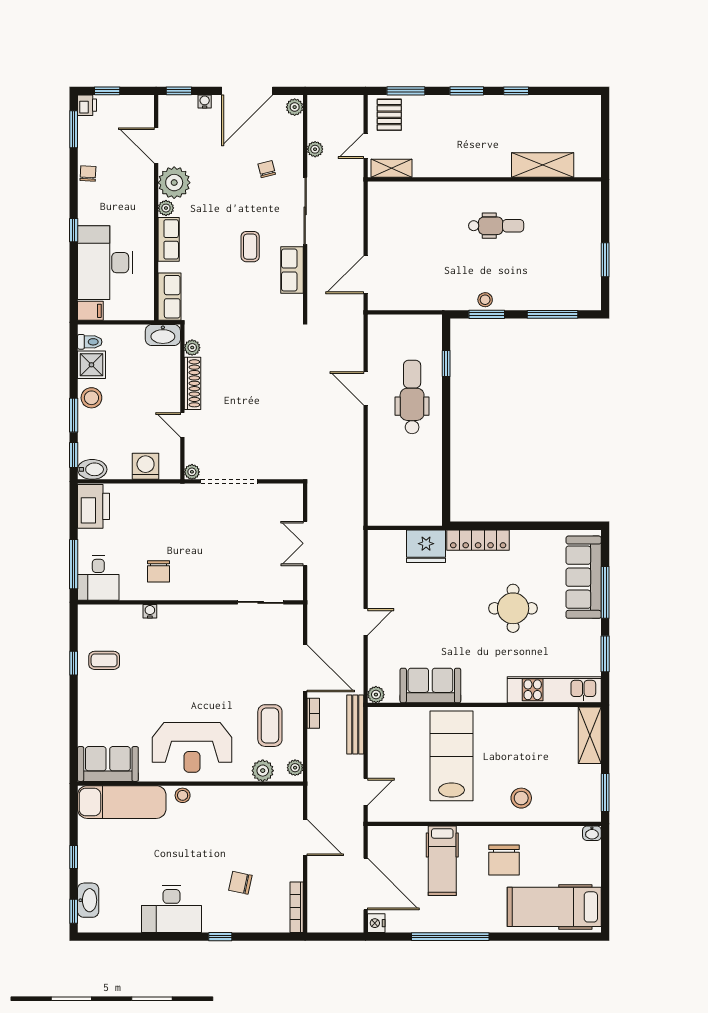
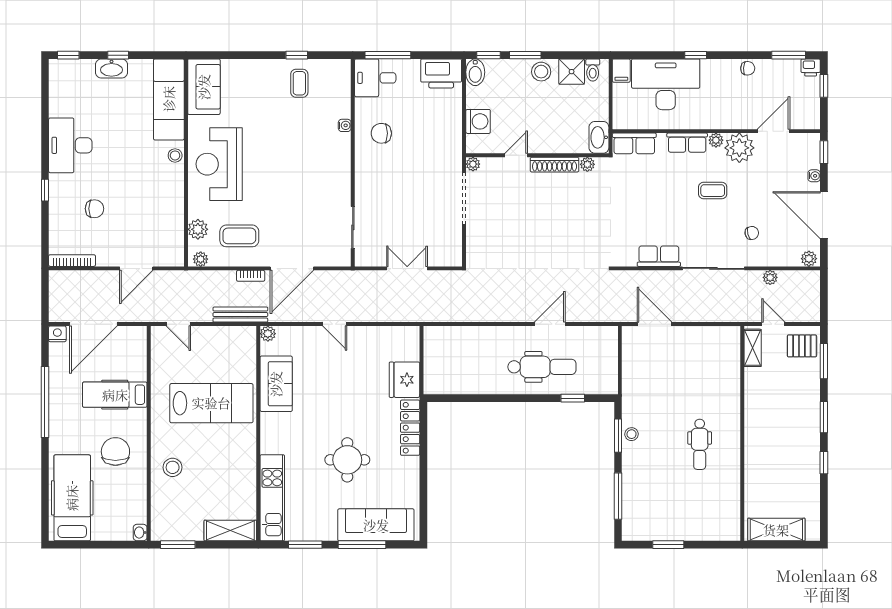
shelving: (543, 165) -> (776, 530), moved, turned 90
coffee table: (250, 247) -> (713, 191), moved
chair: (504, 860) -> (115, 451), turned 90
chair: (240, 883) -> (94, 209), turned 78
washbasin: (88, 900) -> (111, 68), moved

